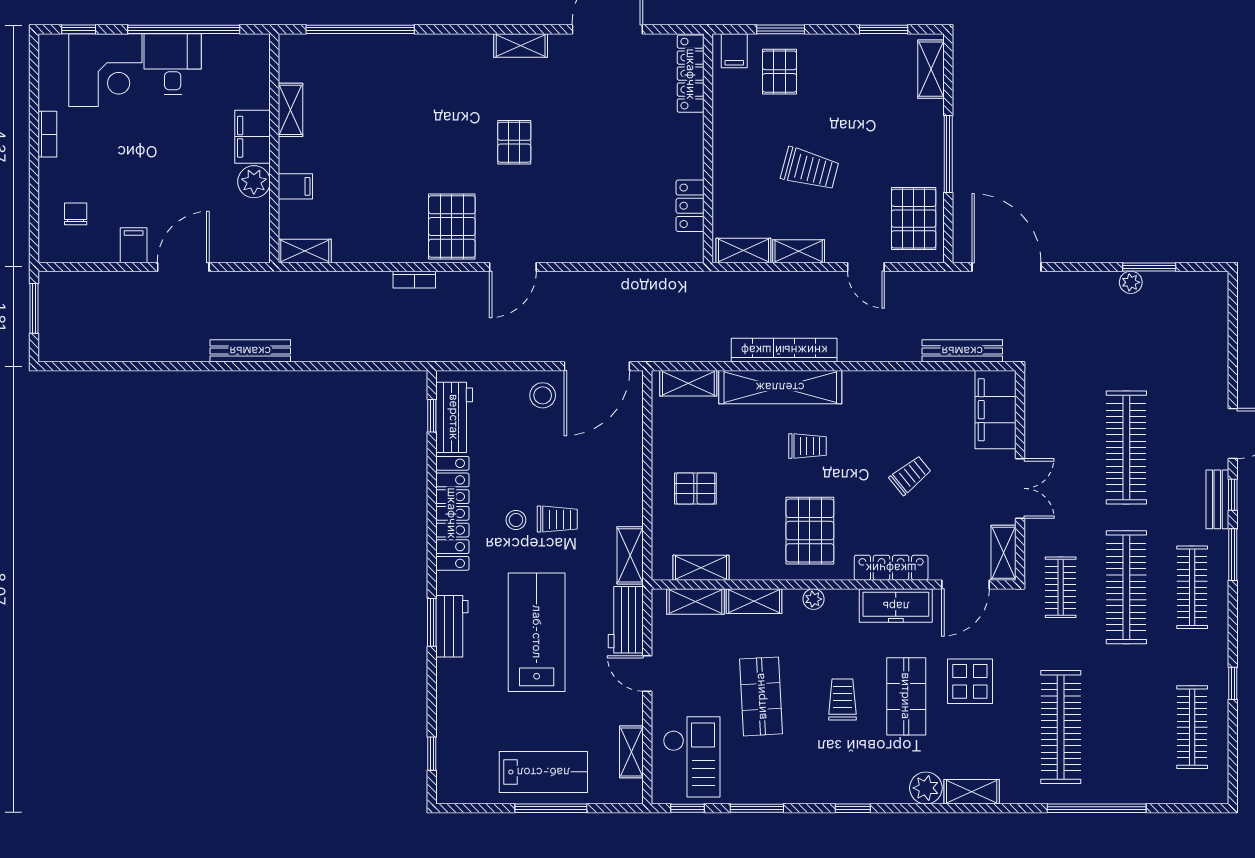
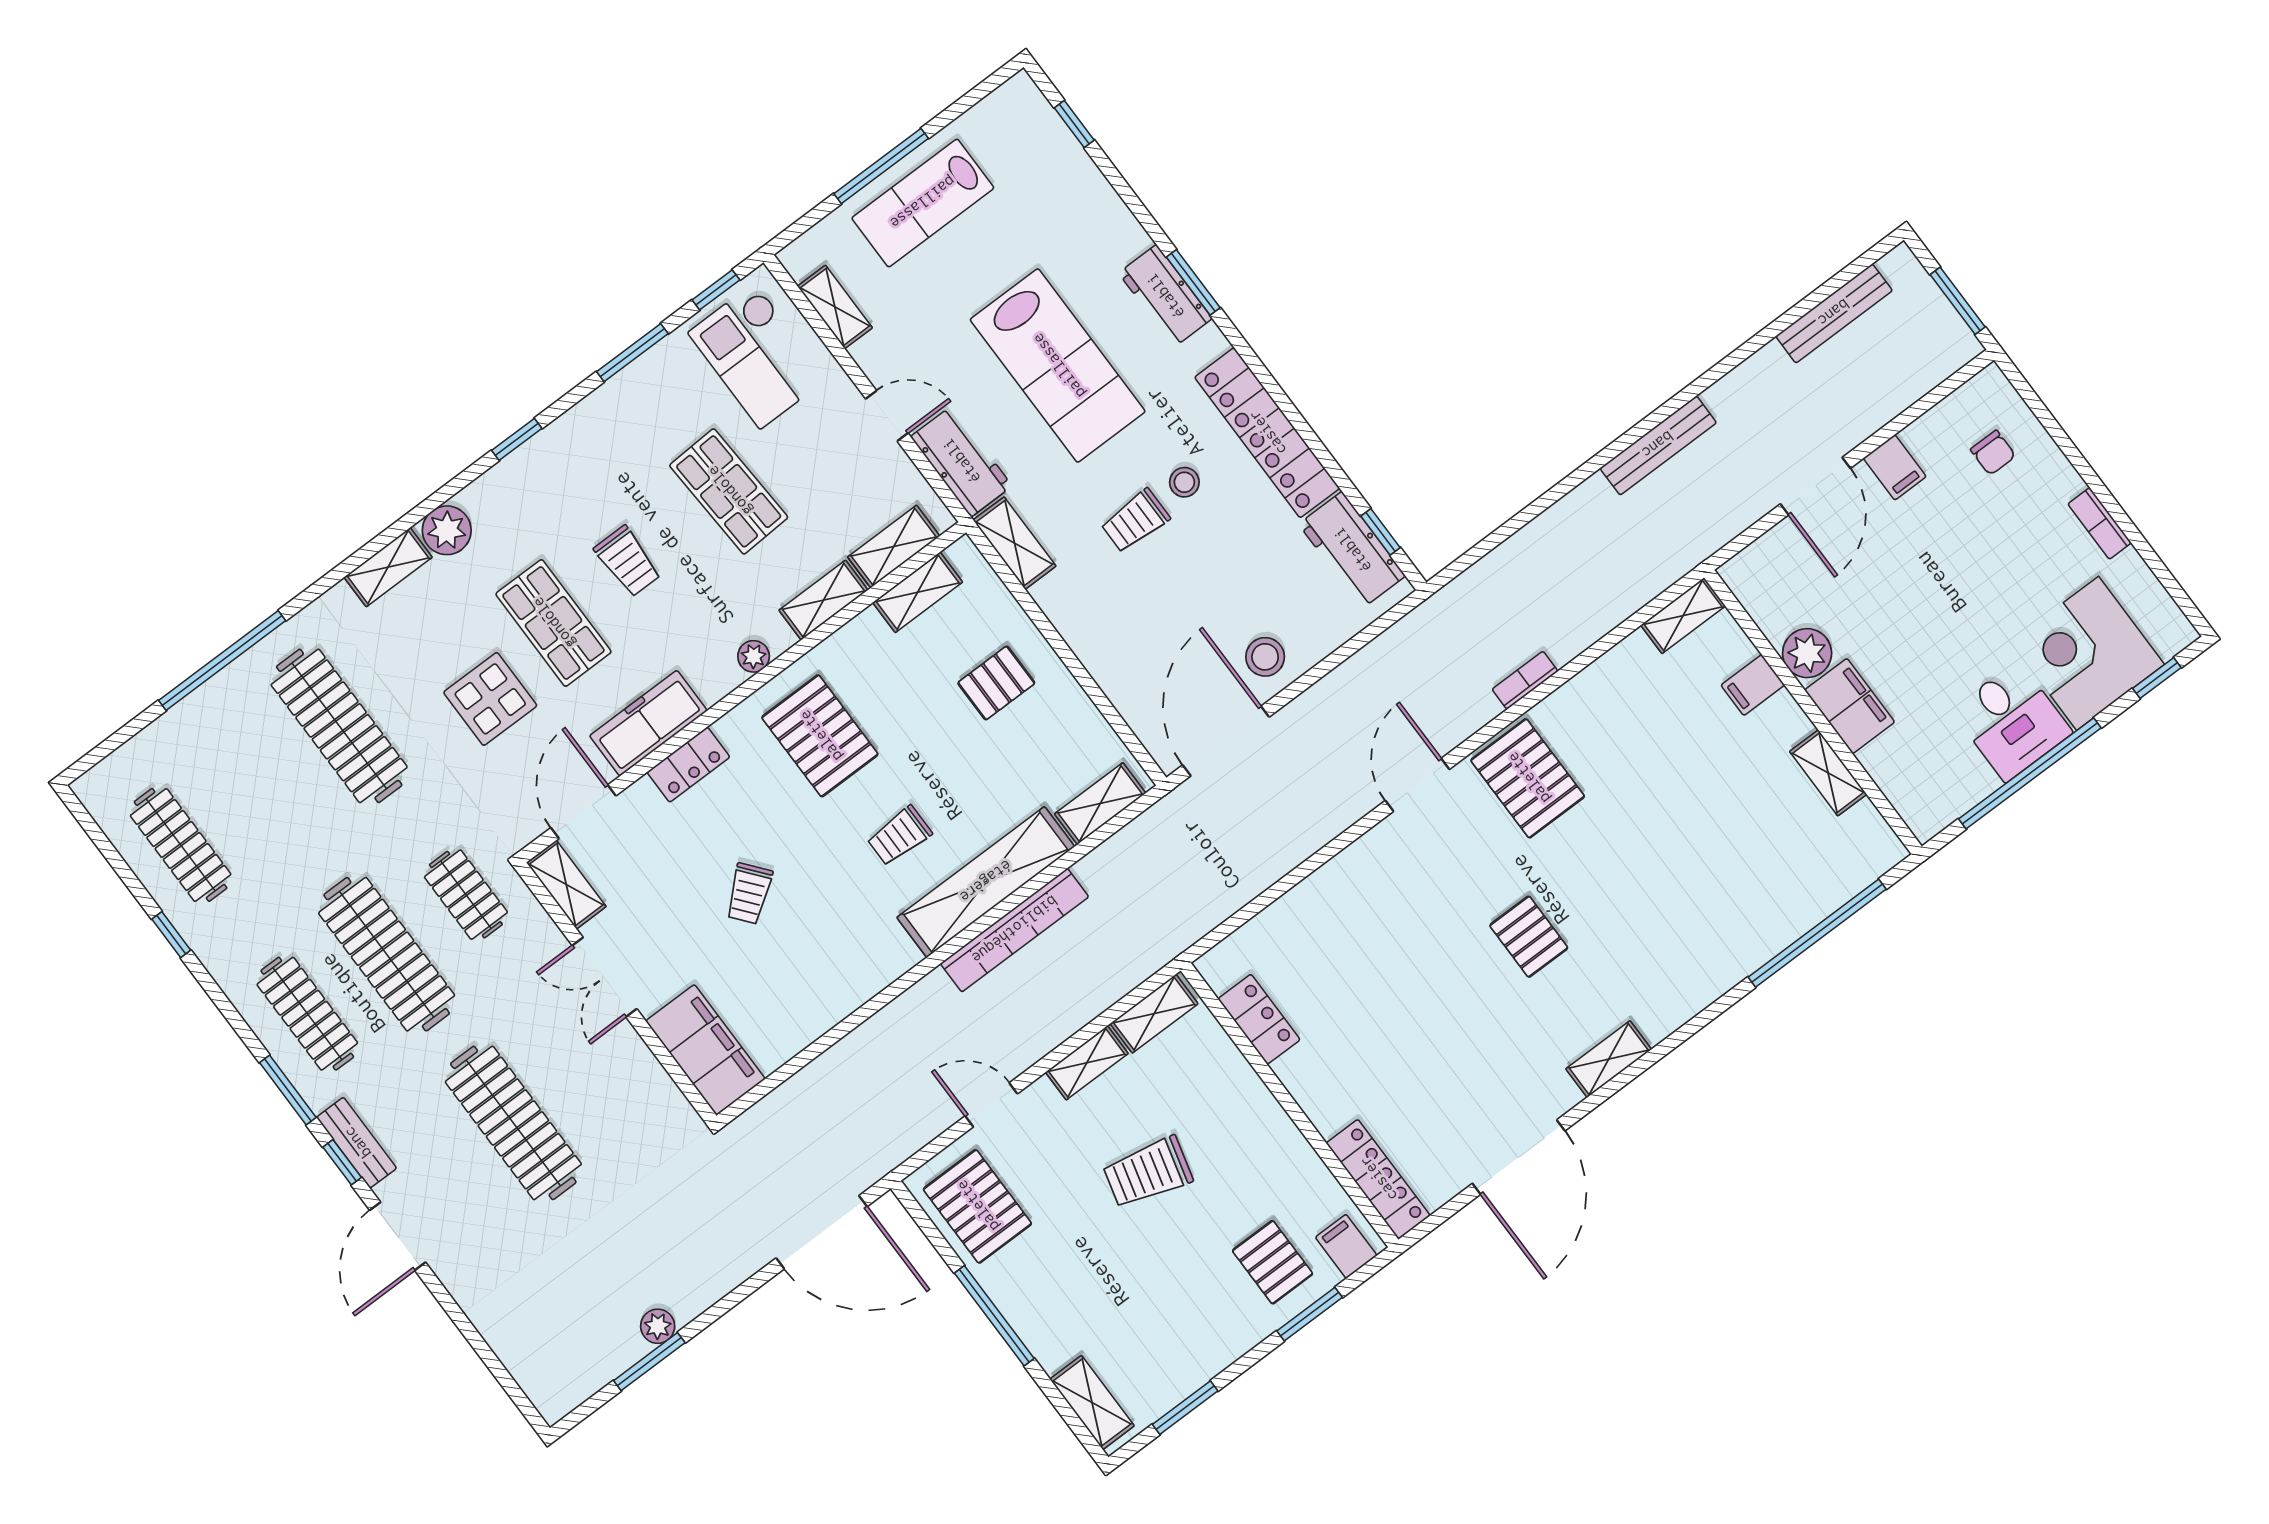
bench: (962, 351) -> (1834, 313), moved
locker: (891, 568) -> (688, 765), width x0.66

